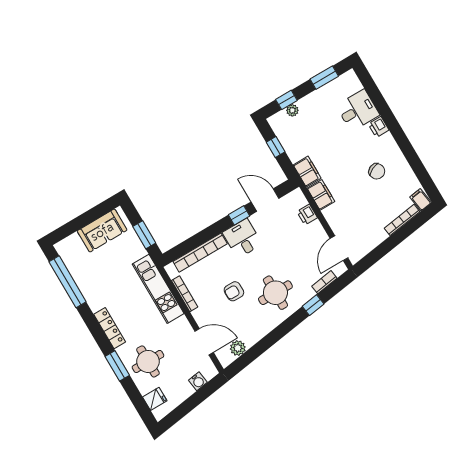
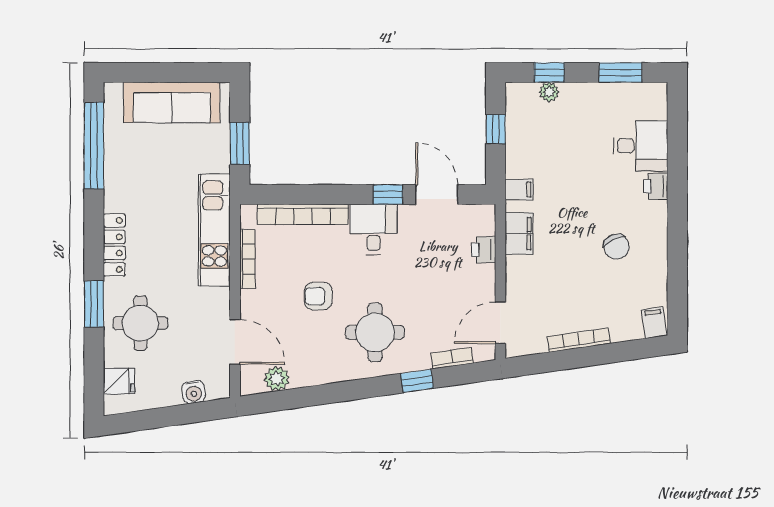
filing cabinet: (307, 172) -> (519, 190), width x0.50
bookcase: (402, 220) -> (579, 340), moved
sofa: (102, 231) -> (172, 103), width x1.36

